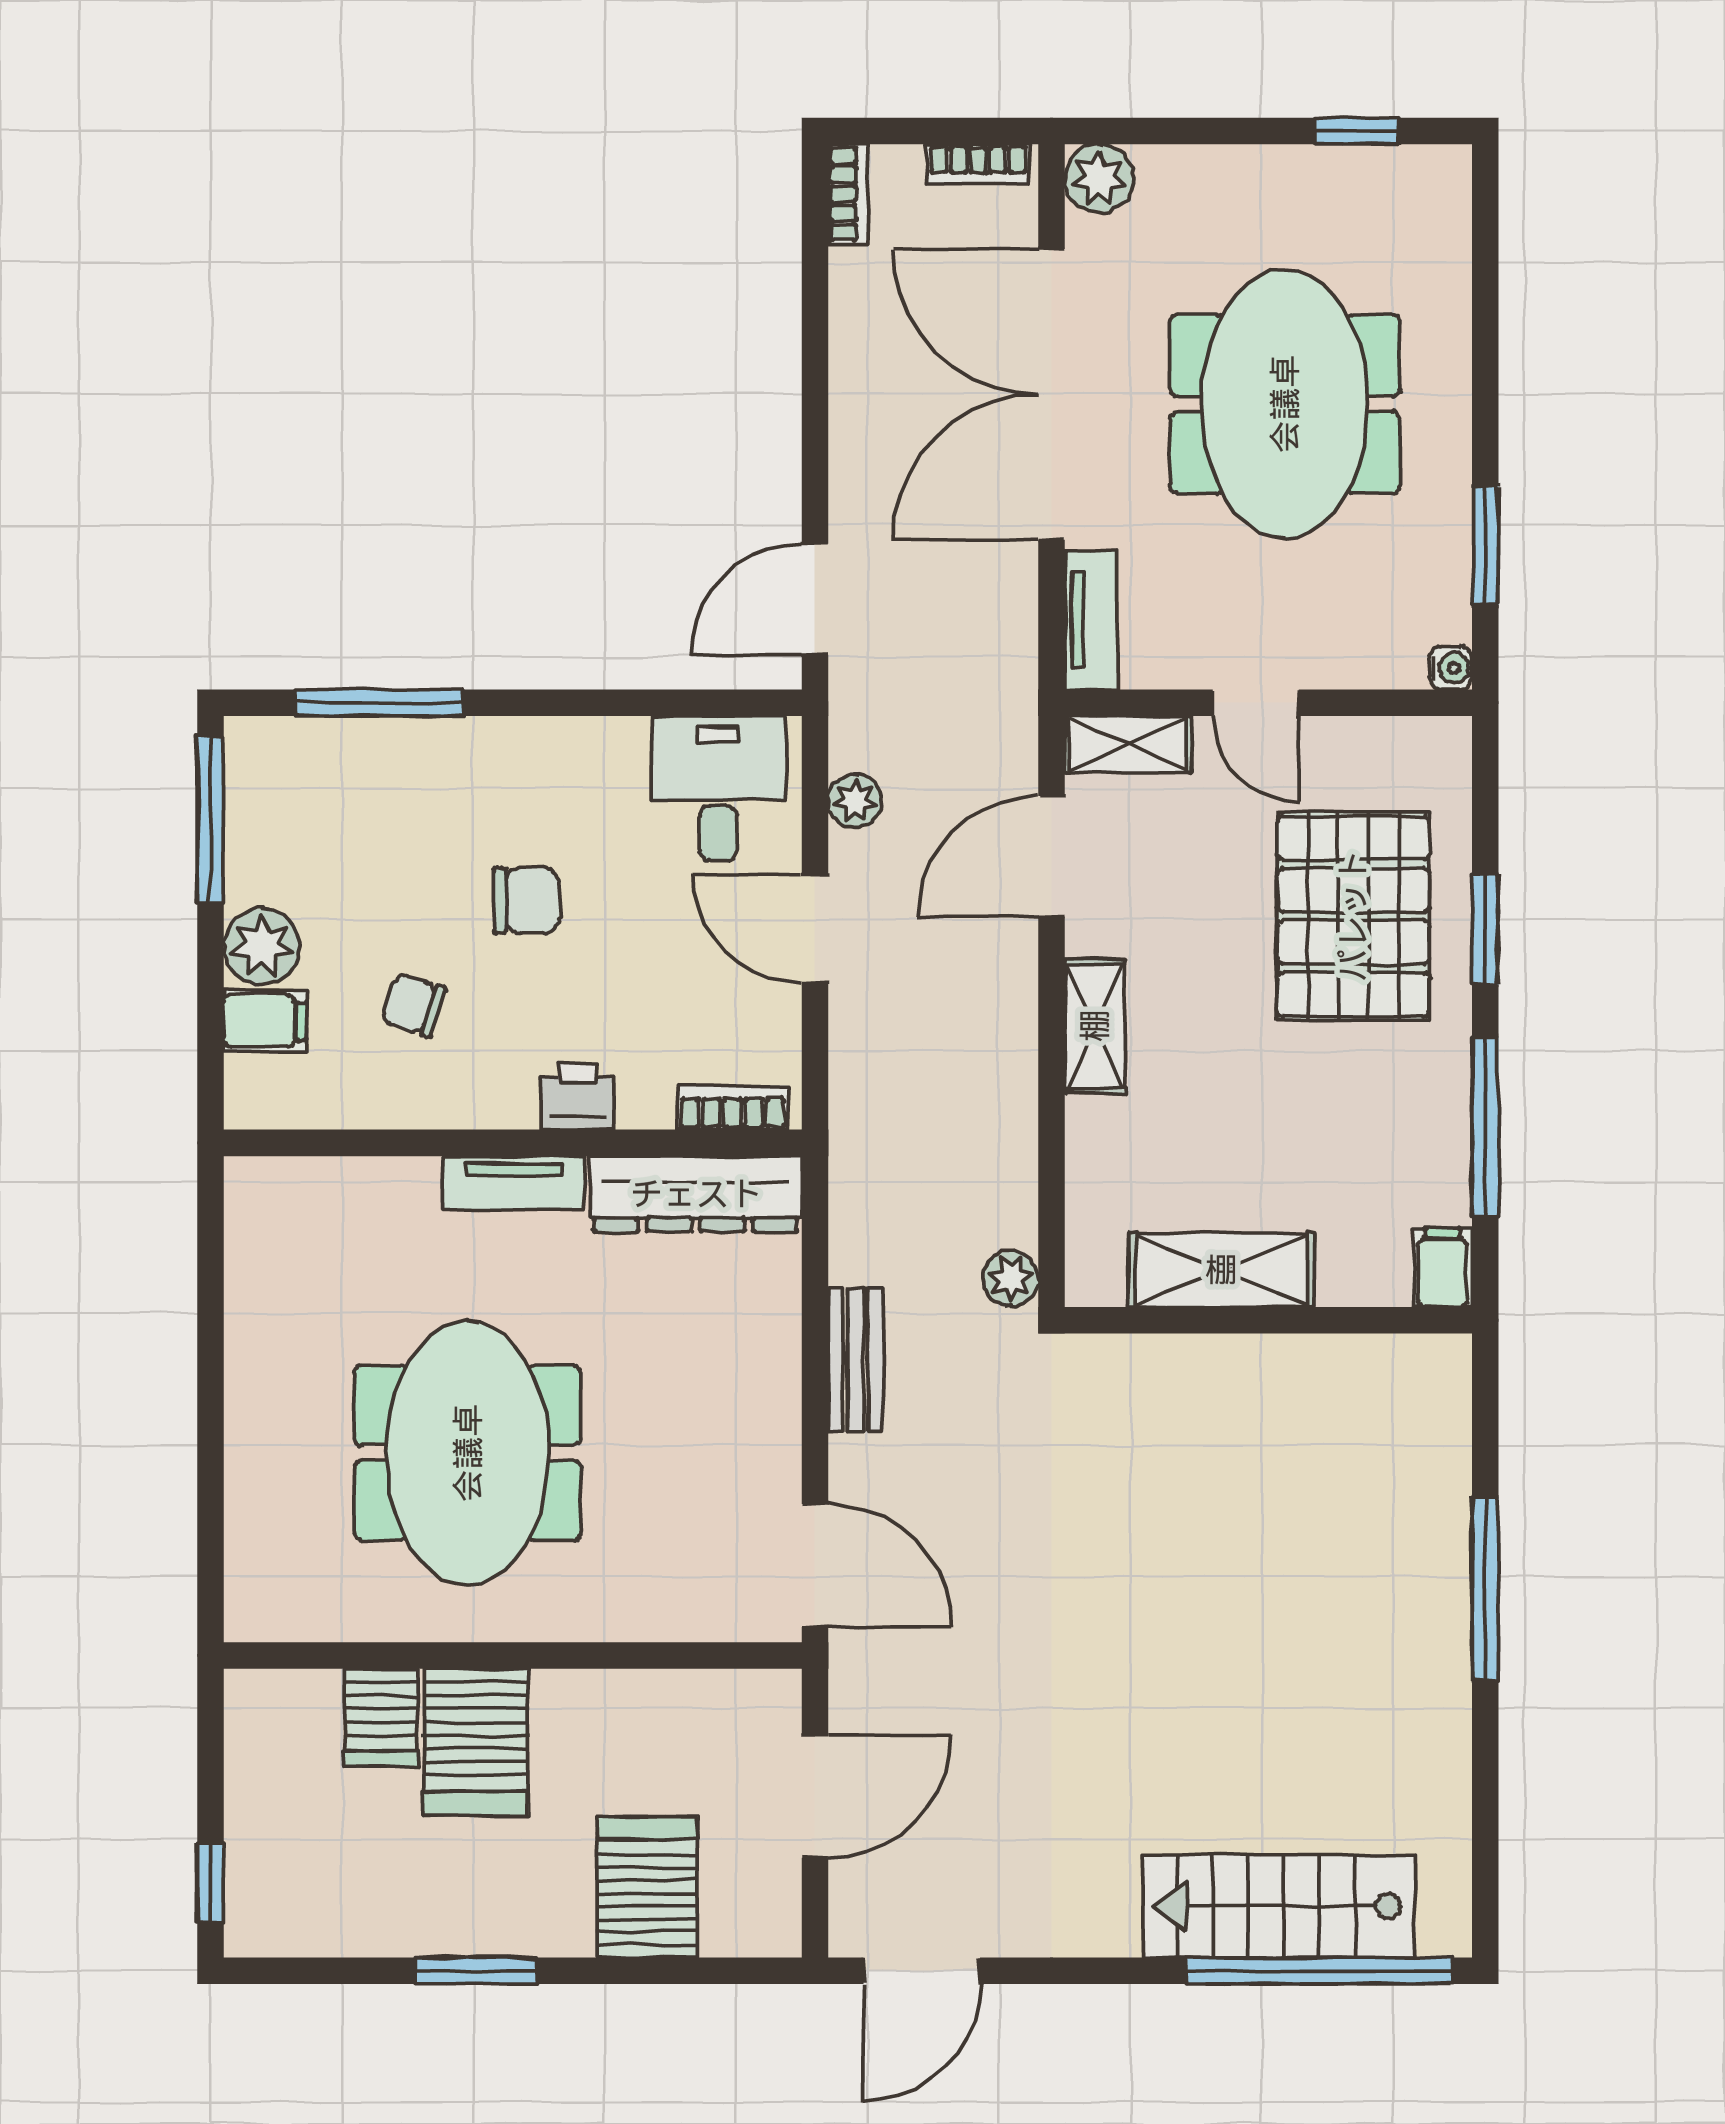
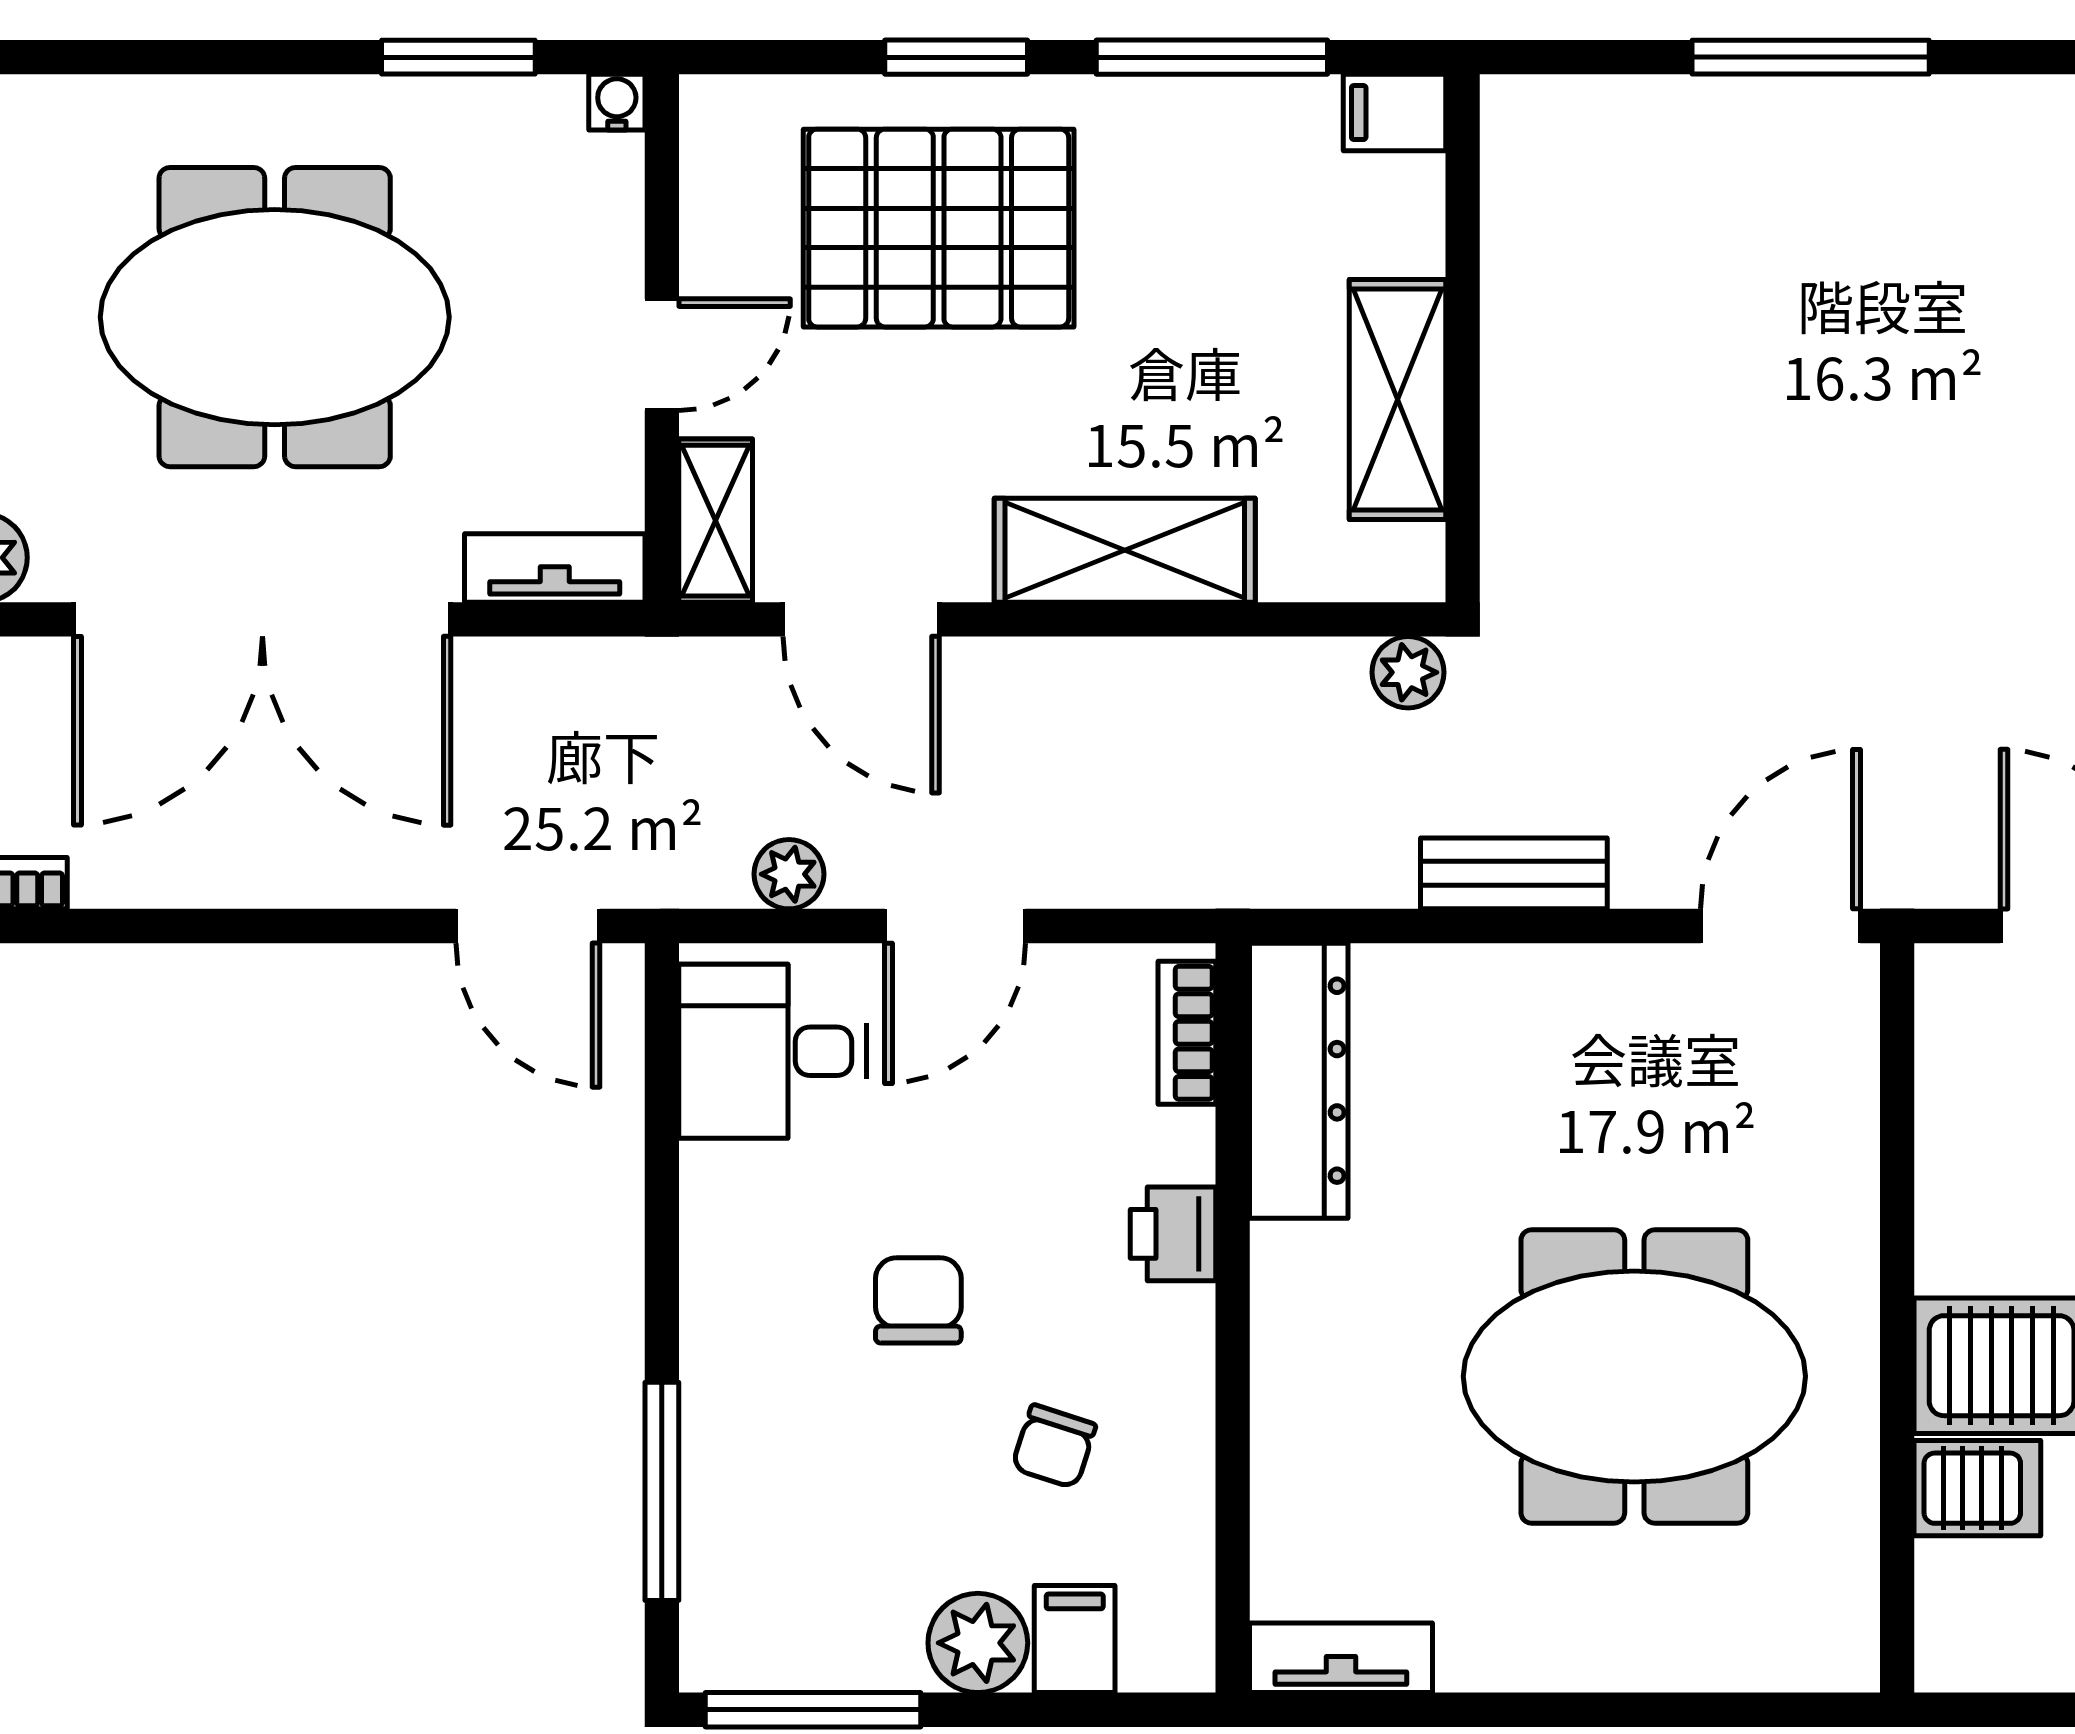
shelving: (1095, 1026) -> (1125, 550), width x1.50, depth x1.33
tv unit: (514, 1183) -> (1341, 1658), moved, turned -90

